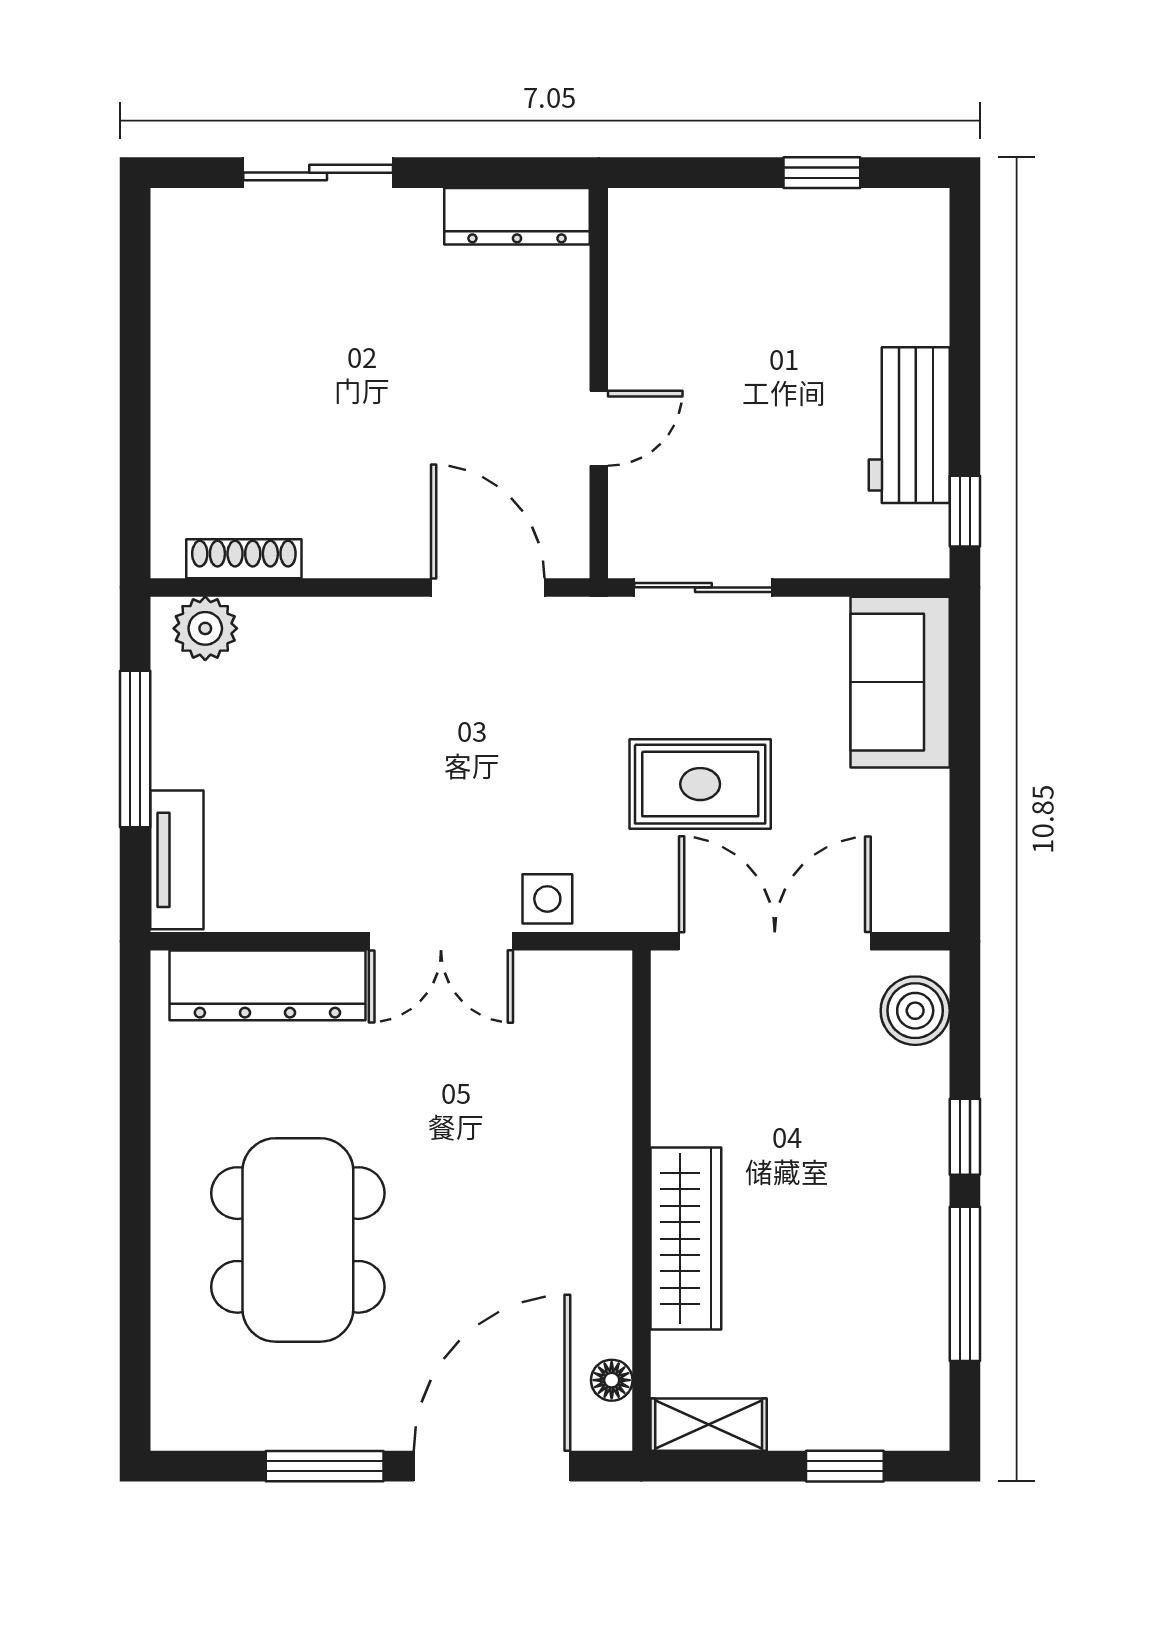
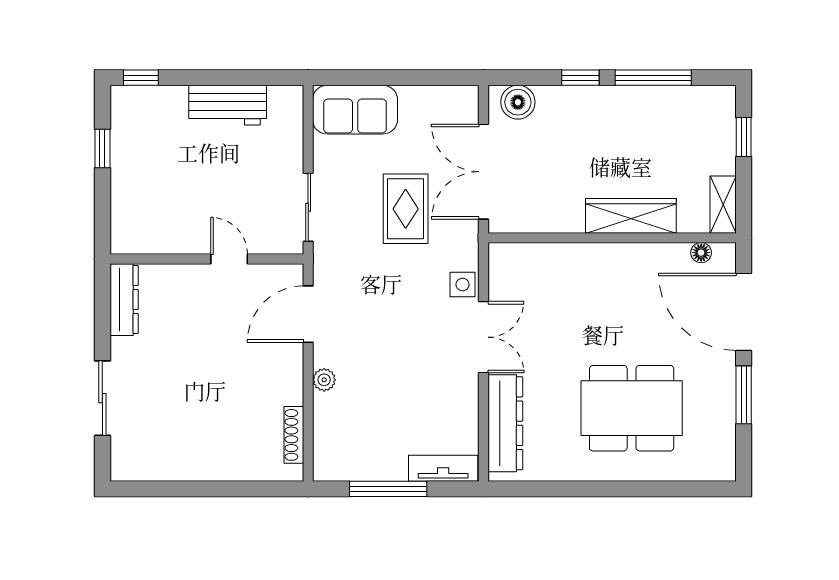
window: (965, 511) -> (141, 78), moved
plant: (205, 628) -> (324, 380), moved, width x0.73, depth x0.73

